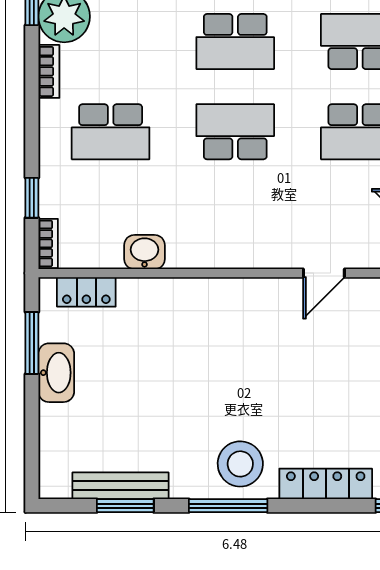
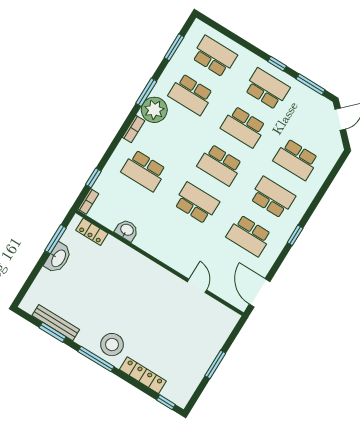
door: (324, 273) -> (197, 286), swing flipped

